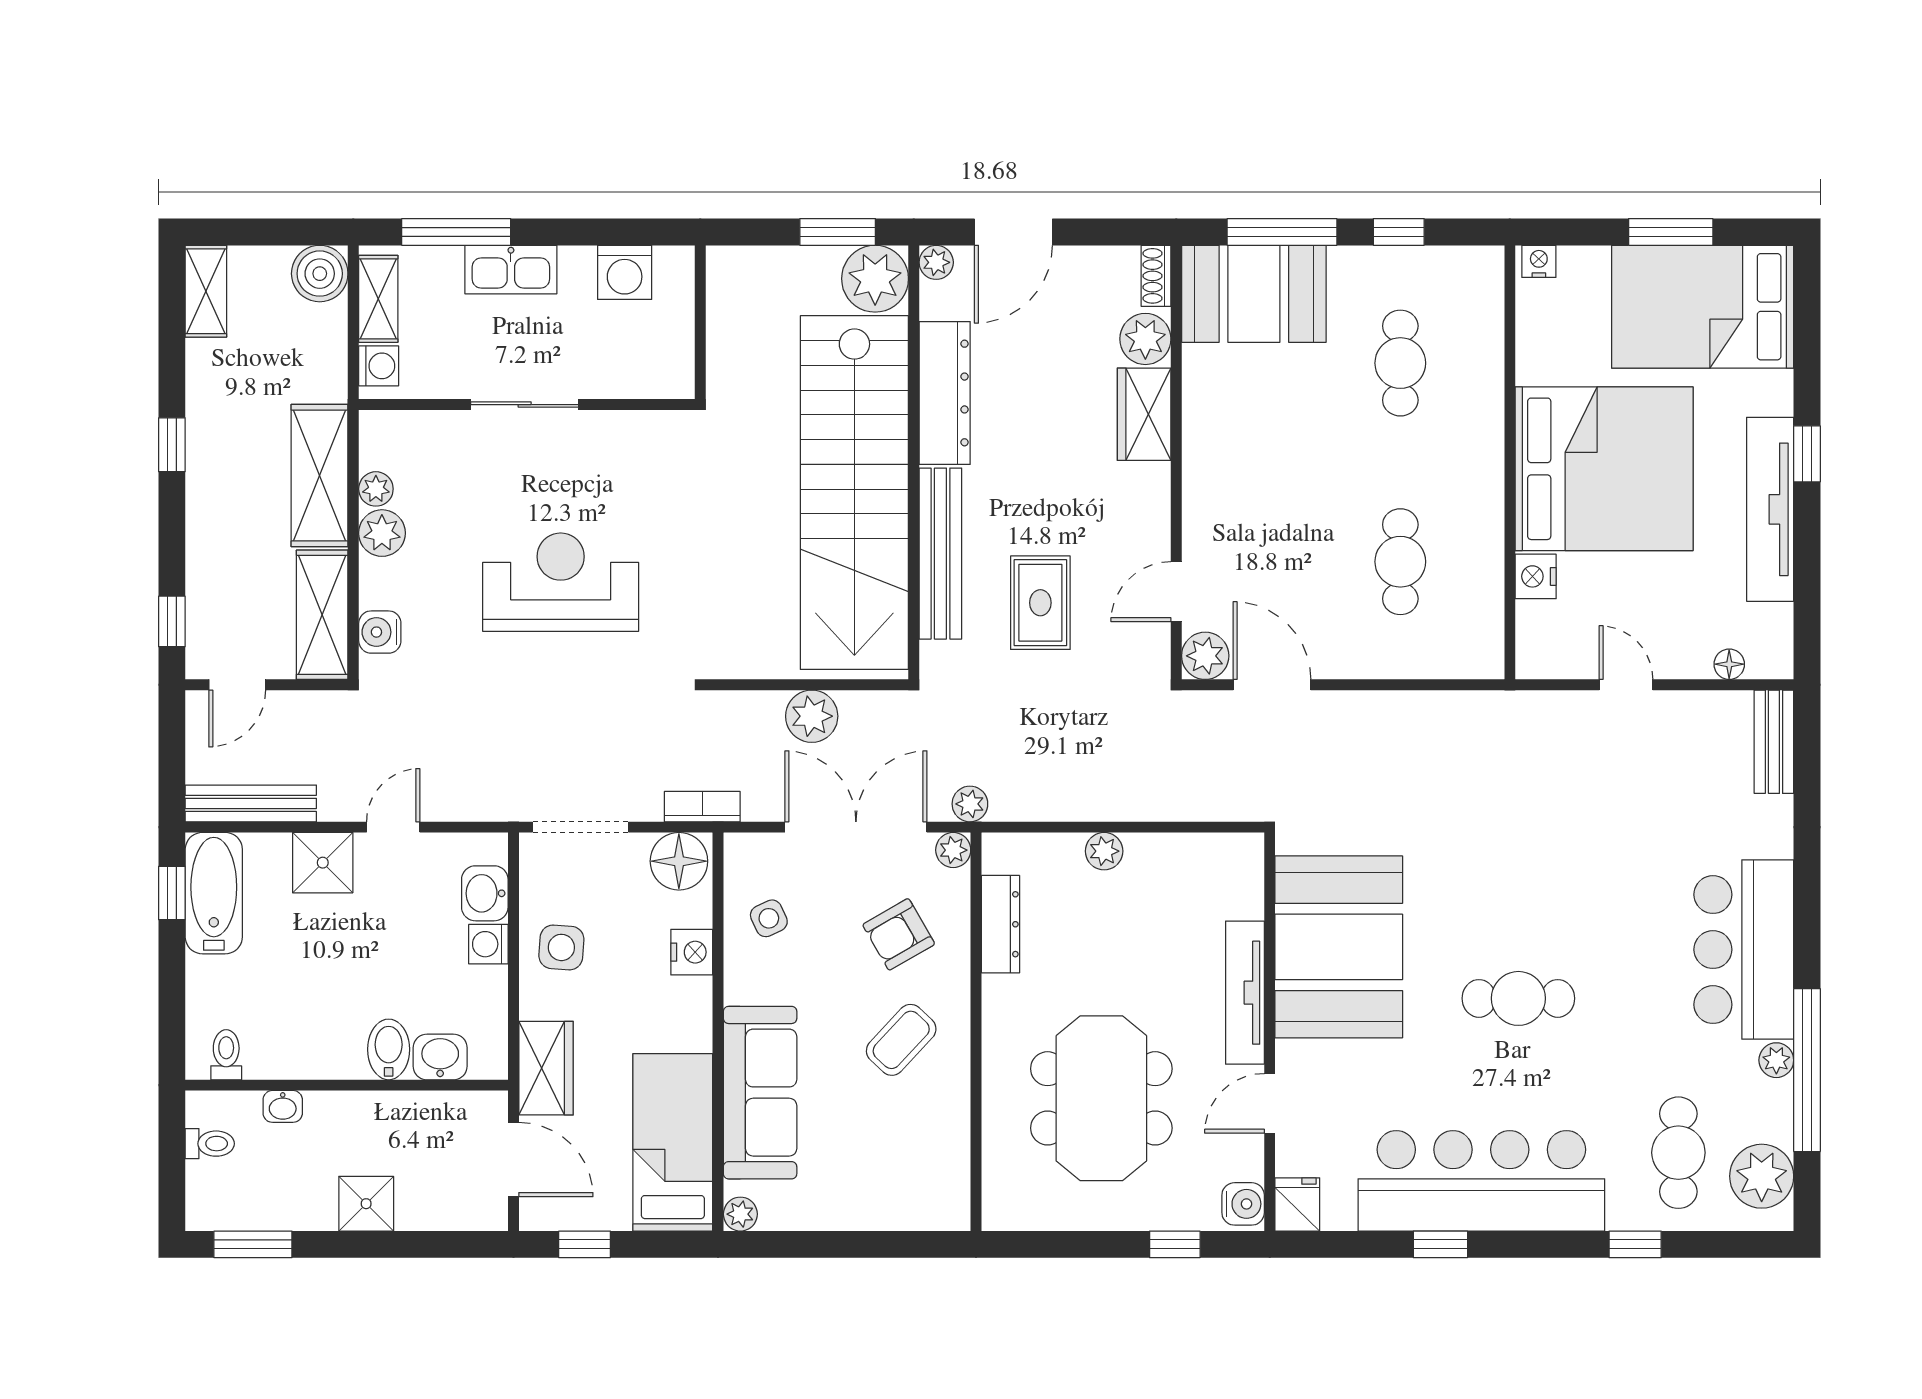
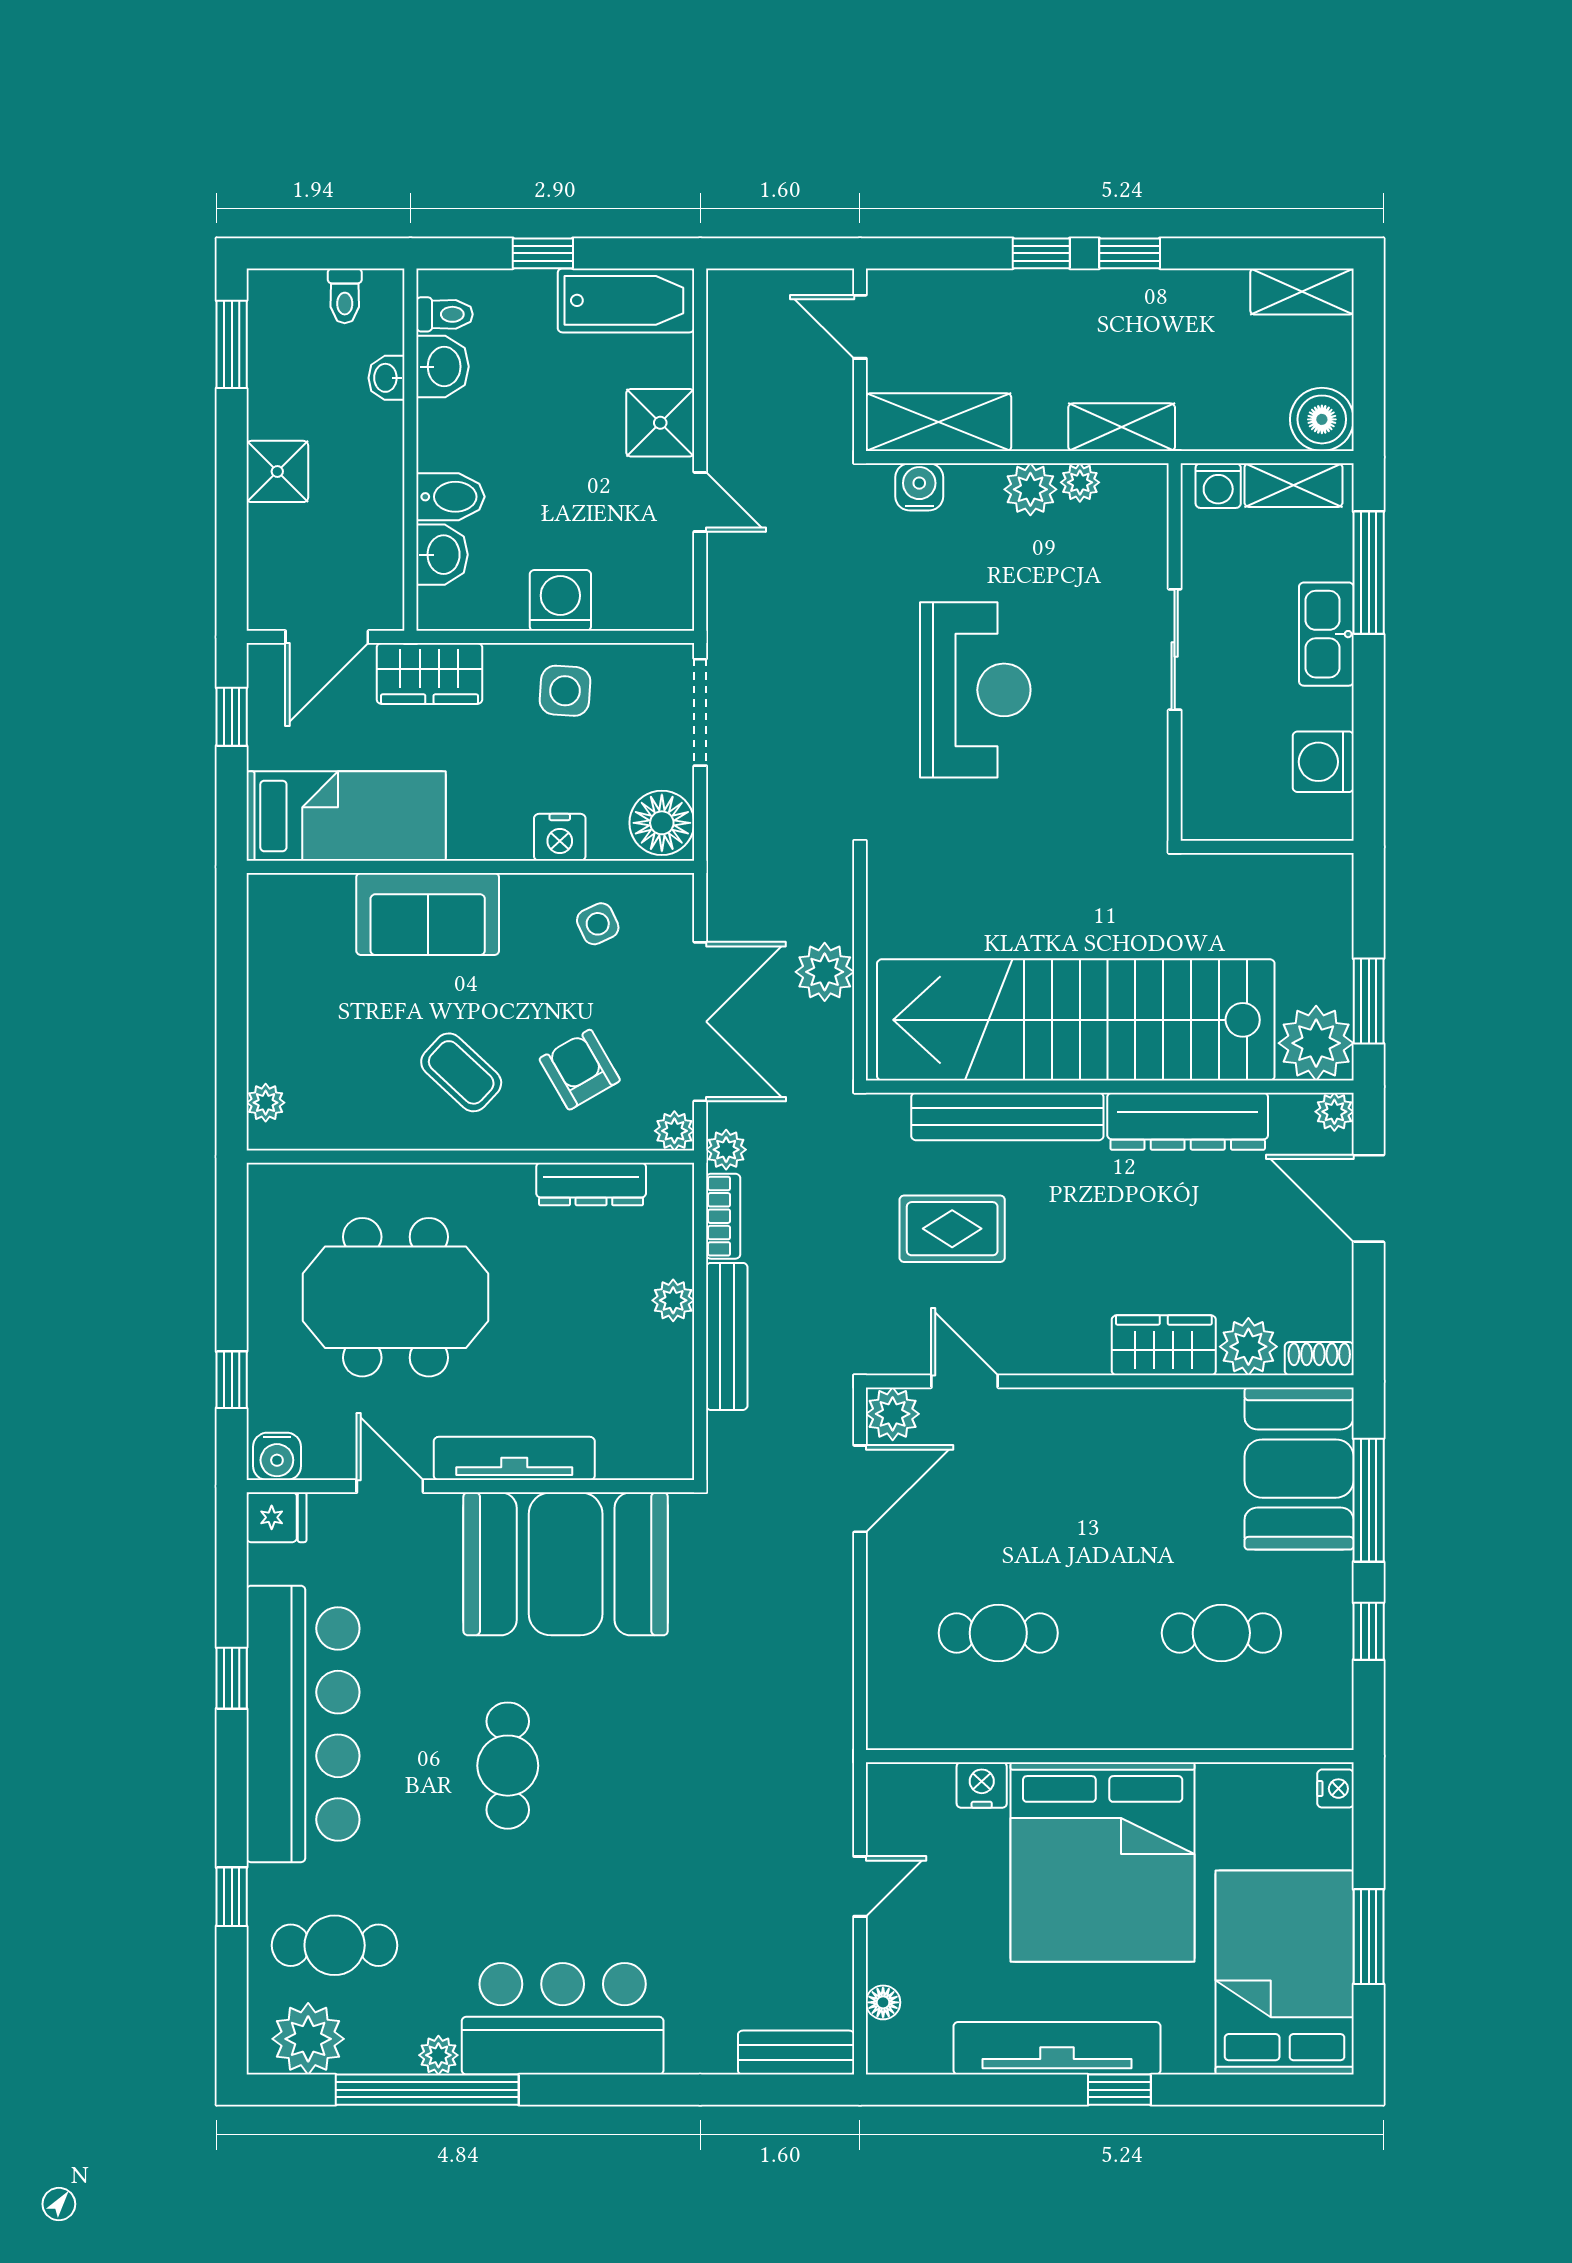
shelving: (320, 476) -> (1122, 427), width x0.67, depth x0.75
window: (172, 621) -> (1041, 253), moved
bench: (251, 803) -> (727, 1336), moved
bookcase: (702, 807) -> (723, 1216), moved
window: (172, 893) -> (543, 253), moved
washbasin: (485, 893) -> (443, 367), moved, turned 90
washing machine: (488, 944) -> (560, 600), width x1.38, depth x1.38
sofa: (760, 1093) -> (428, 914), width x0.73
plant: (740, 1214) -> (266, 1103), moved

